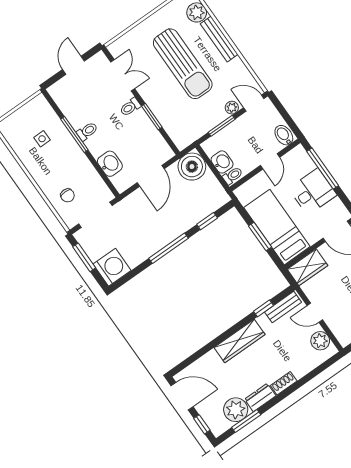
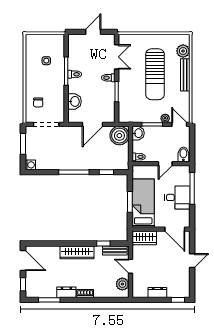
washbasin: (222, 162) -> (138, 133), moved
washing machine: (112, 267) -> (30, 165), width x0.53, depth x0.53
plant: (236, 410) -> (48, 289), removed

